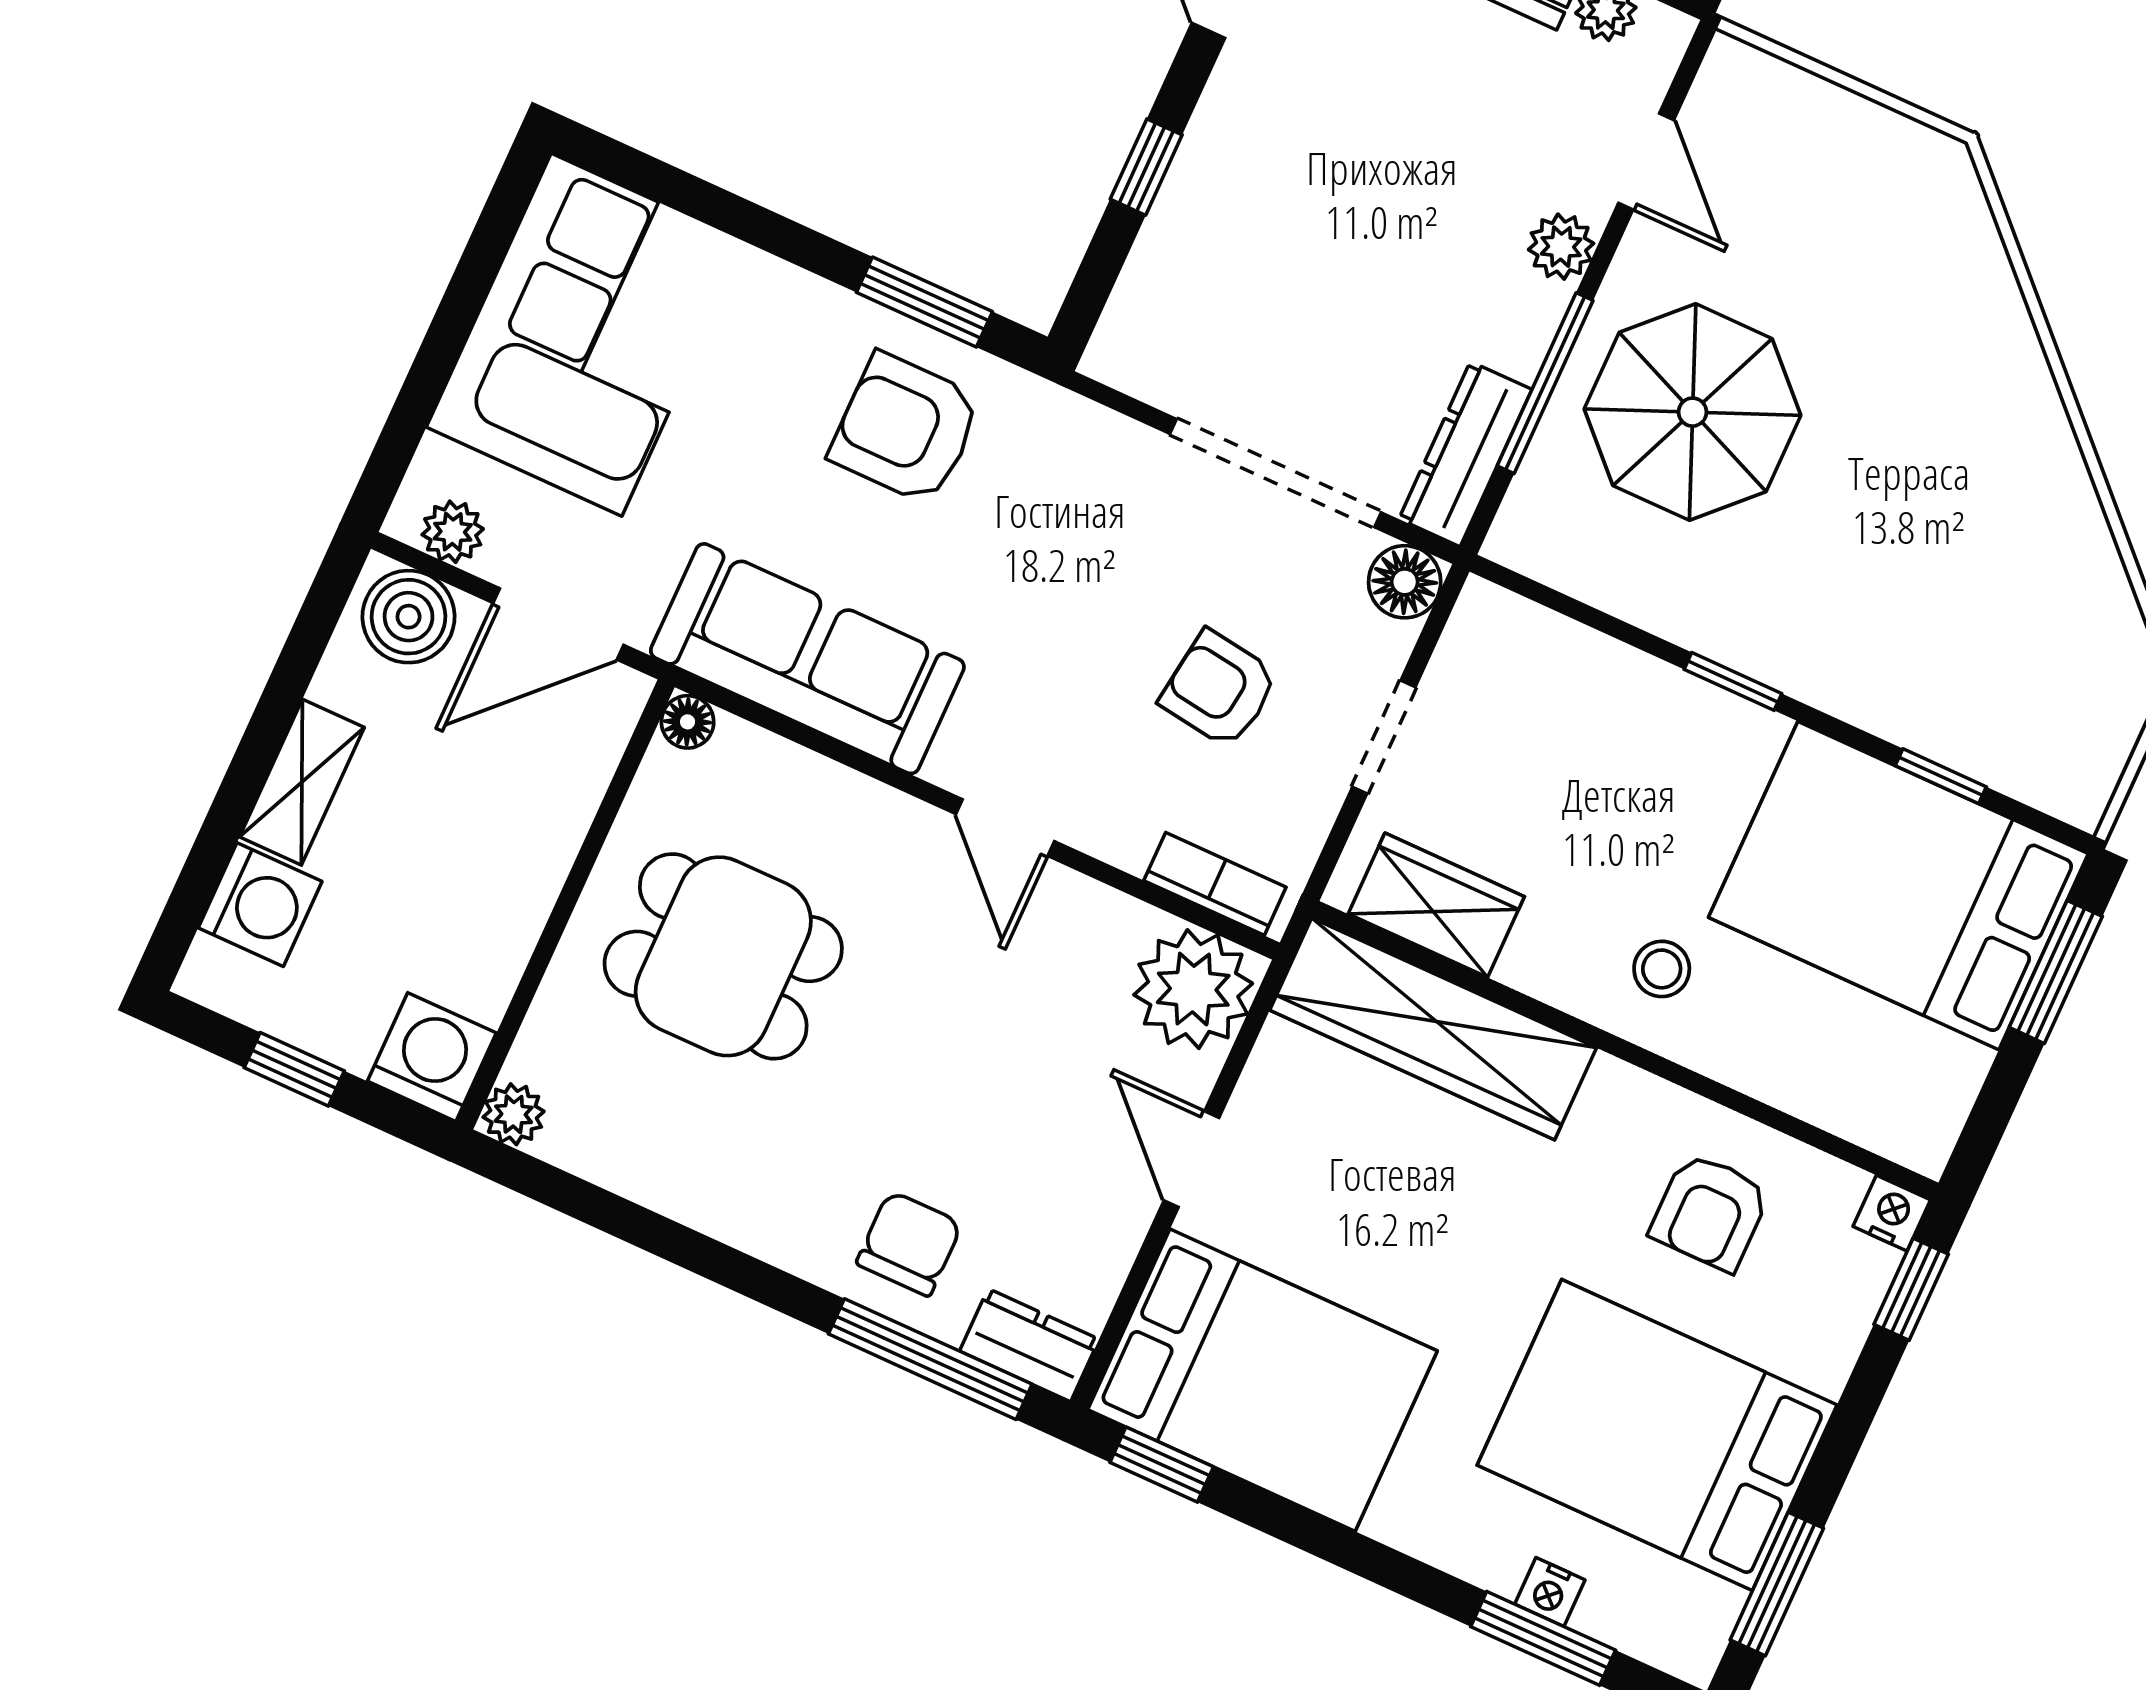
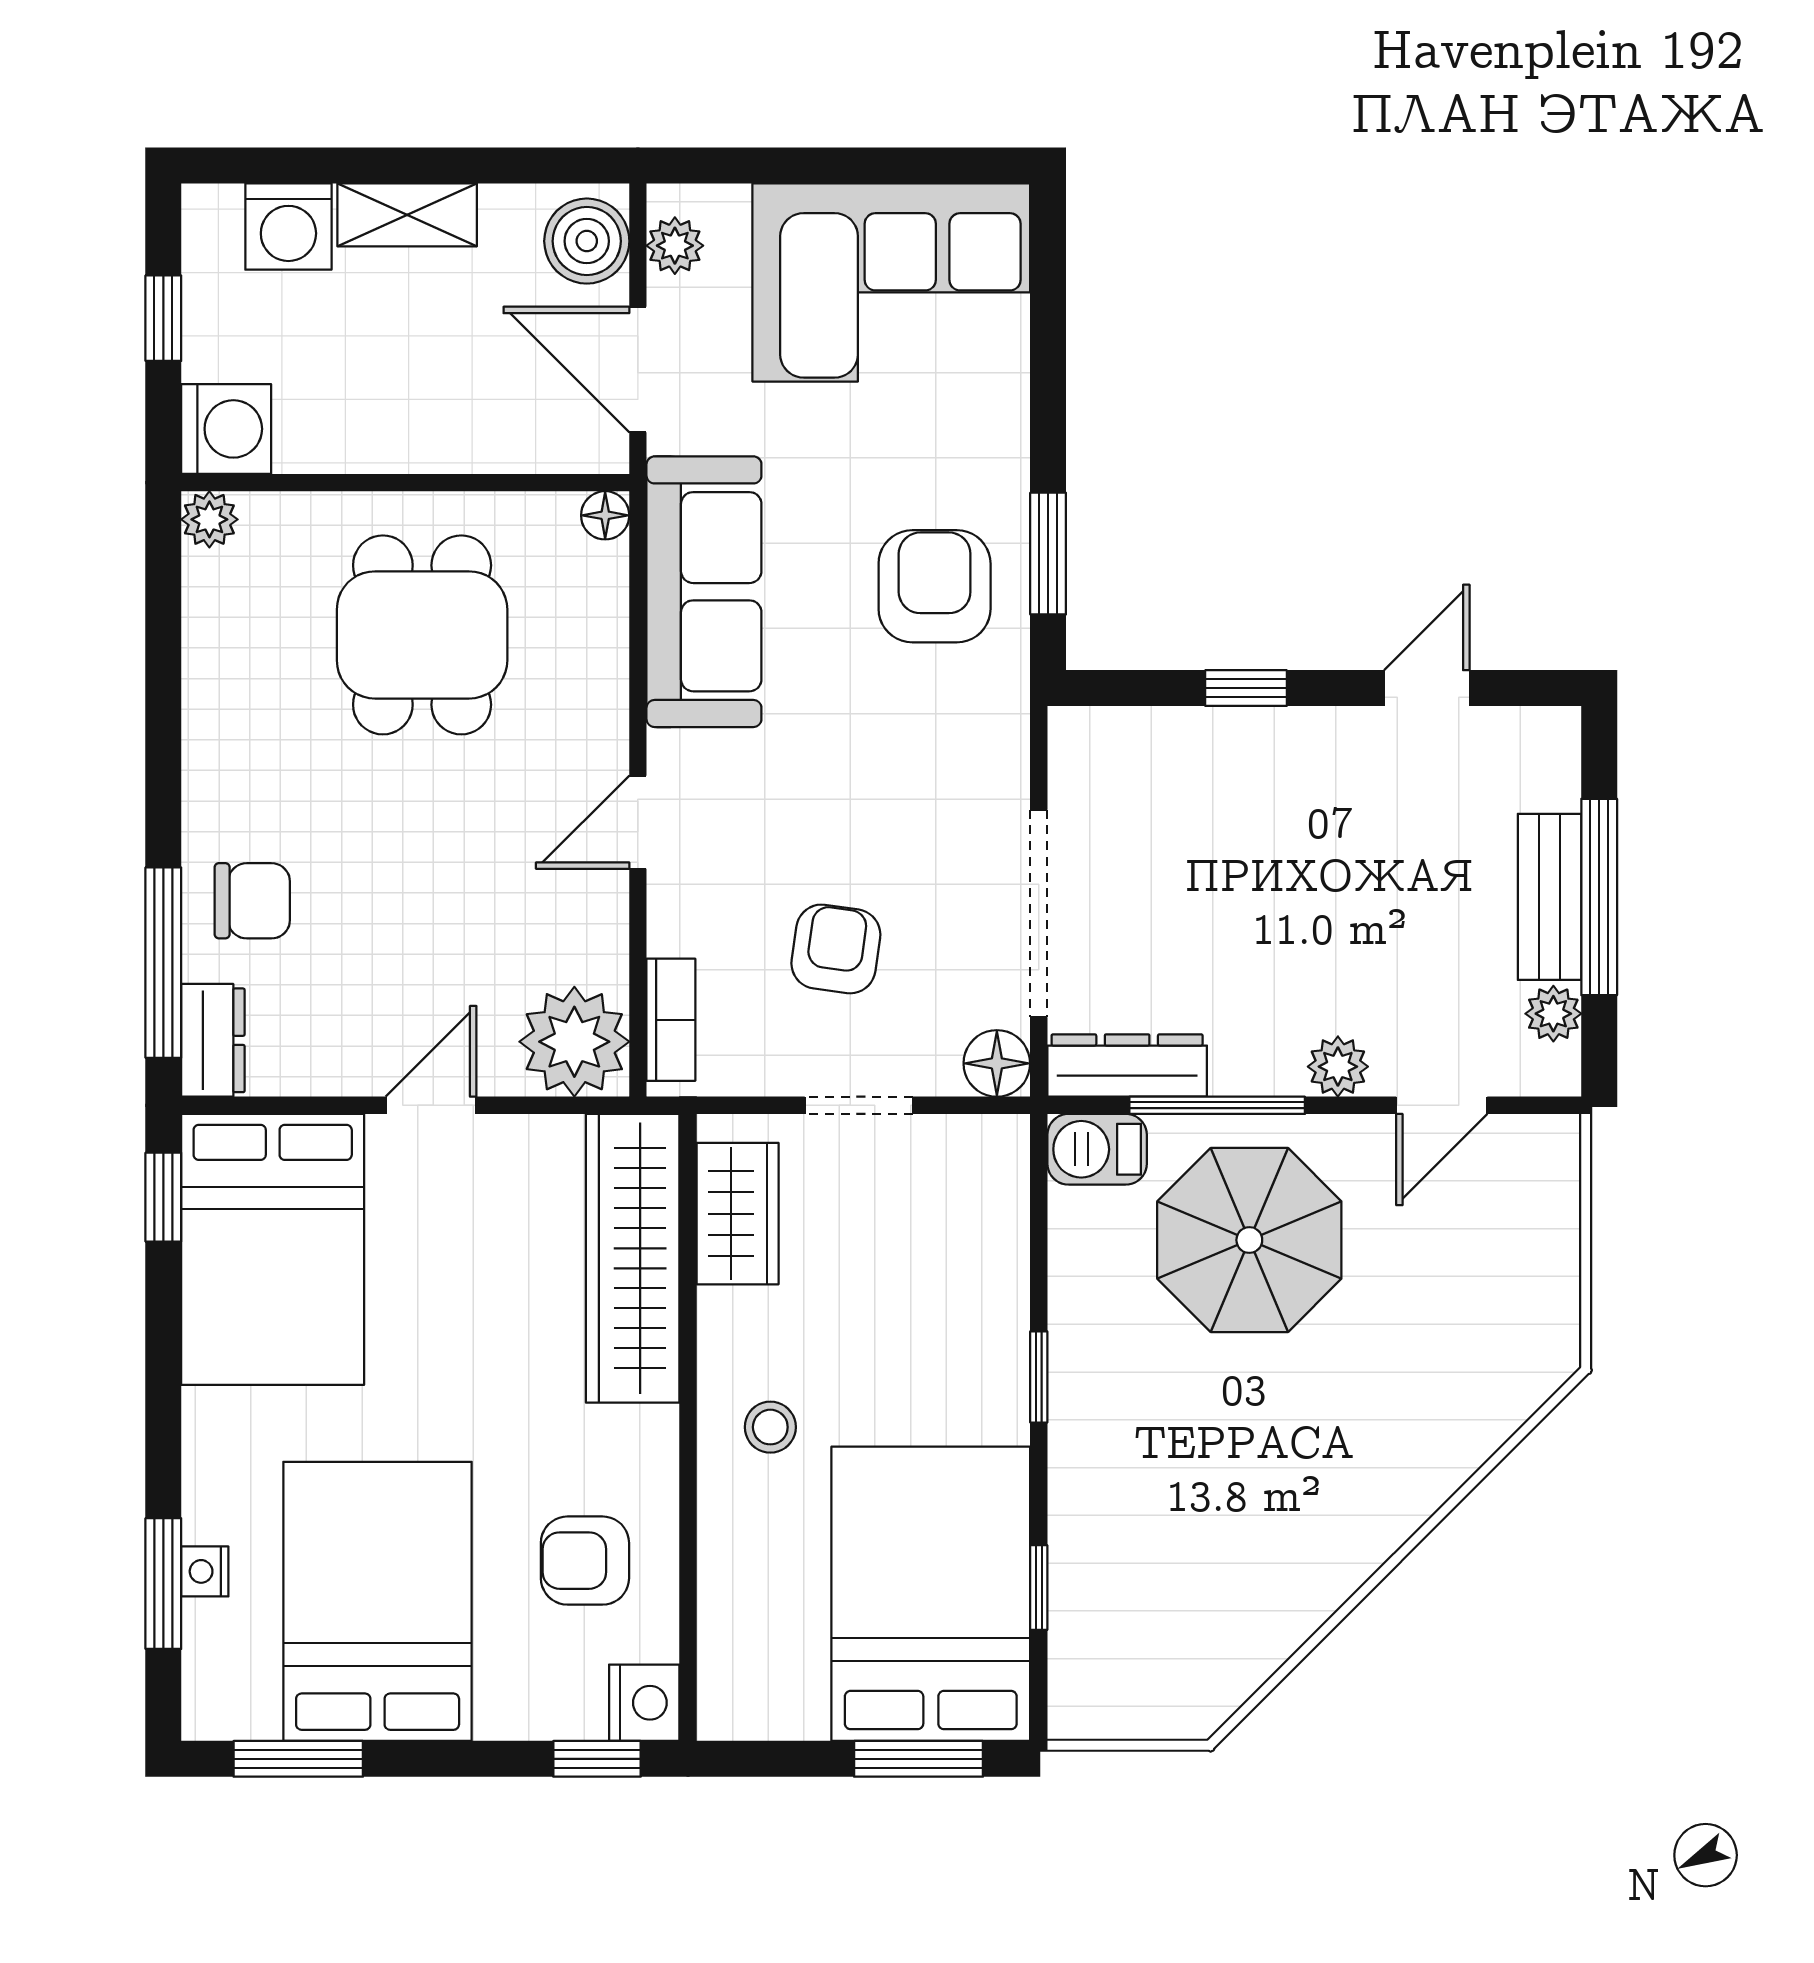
barbecue: (1534, 521) -> (1097, 1149), added
nightstand: (1892, 1213) -> (644, 1703), width x1.39, depth x1.35

